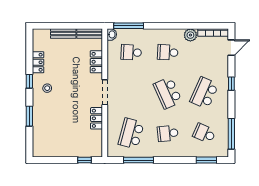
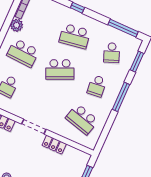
school desk: (168, 52) -> (23, 53), width x1.85
school desk: (204, 93) -> (75, 36), turned -33
school desk: (204, 133) -> (112, 53), turned -45
window: (139, 160) -> (121, 97), moved

